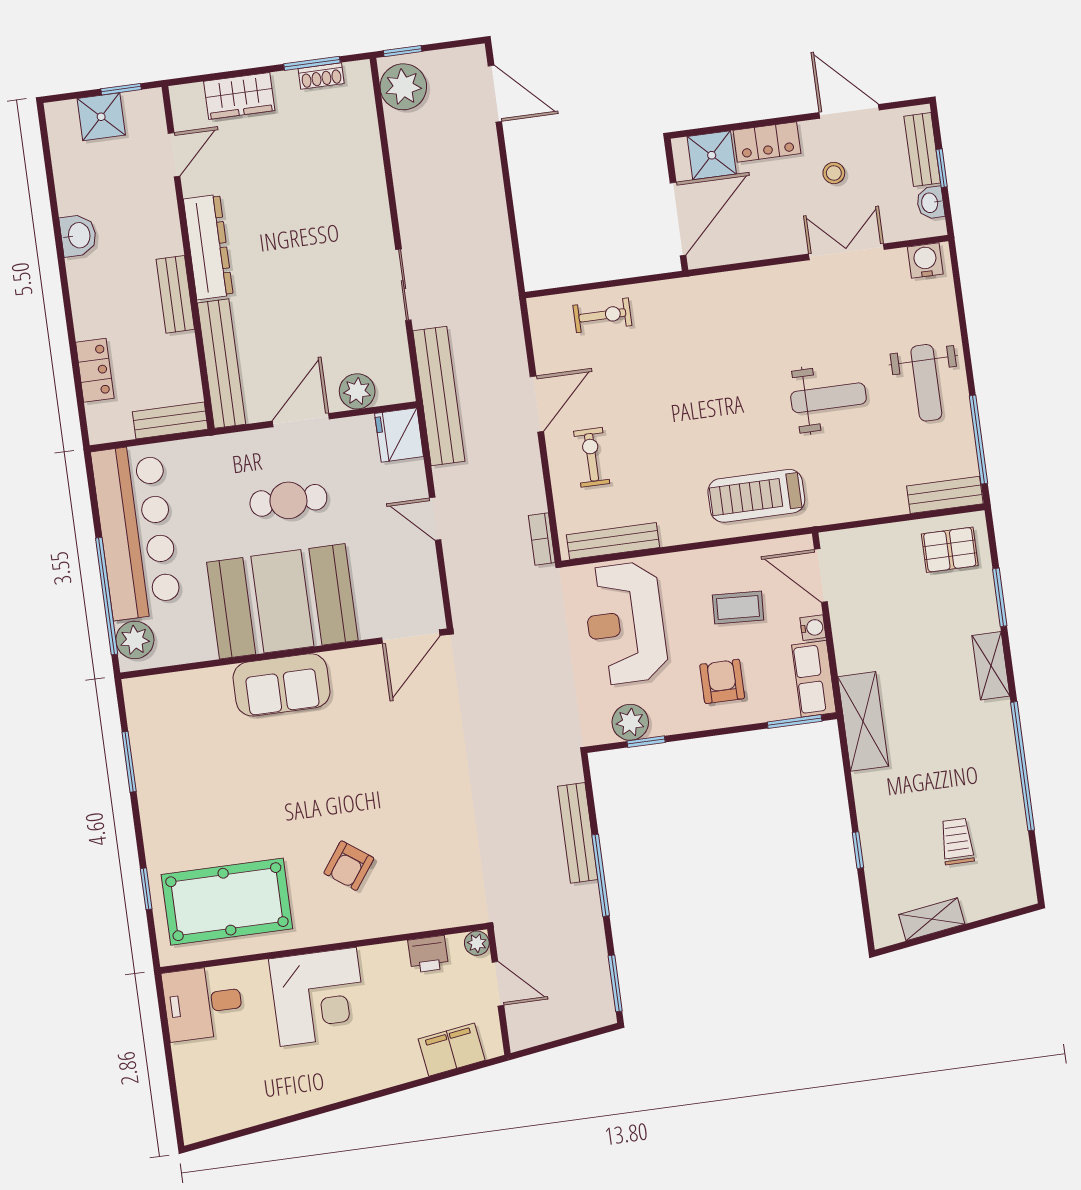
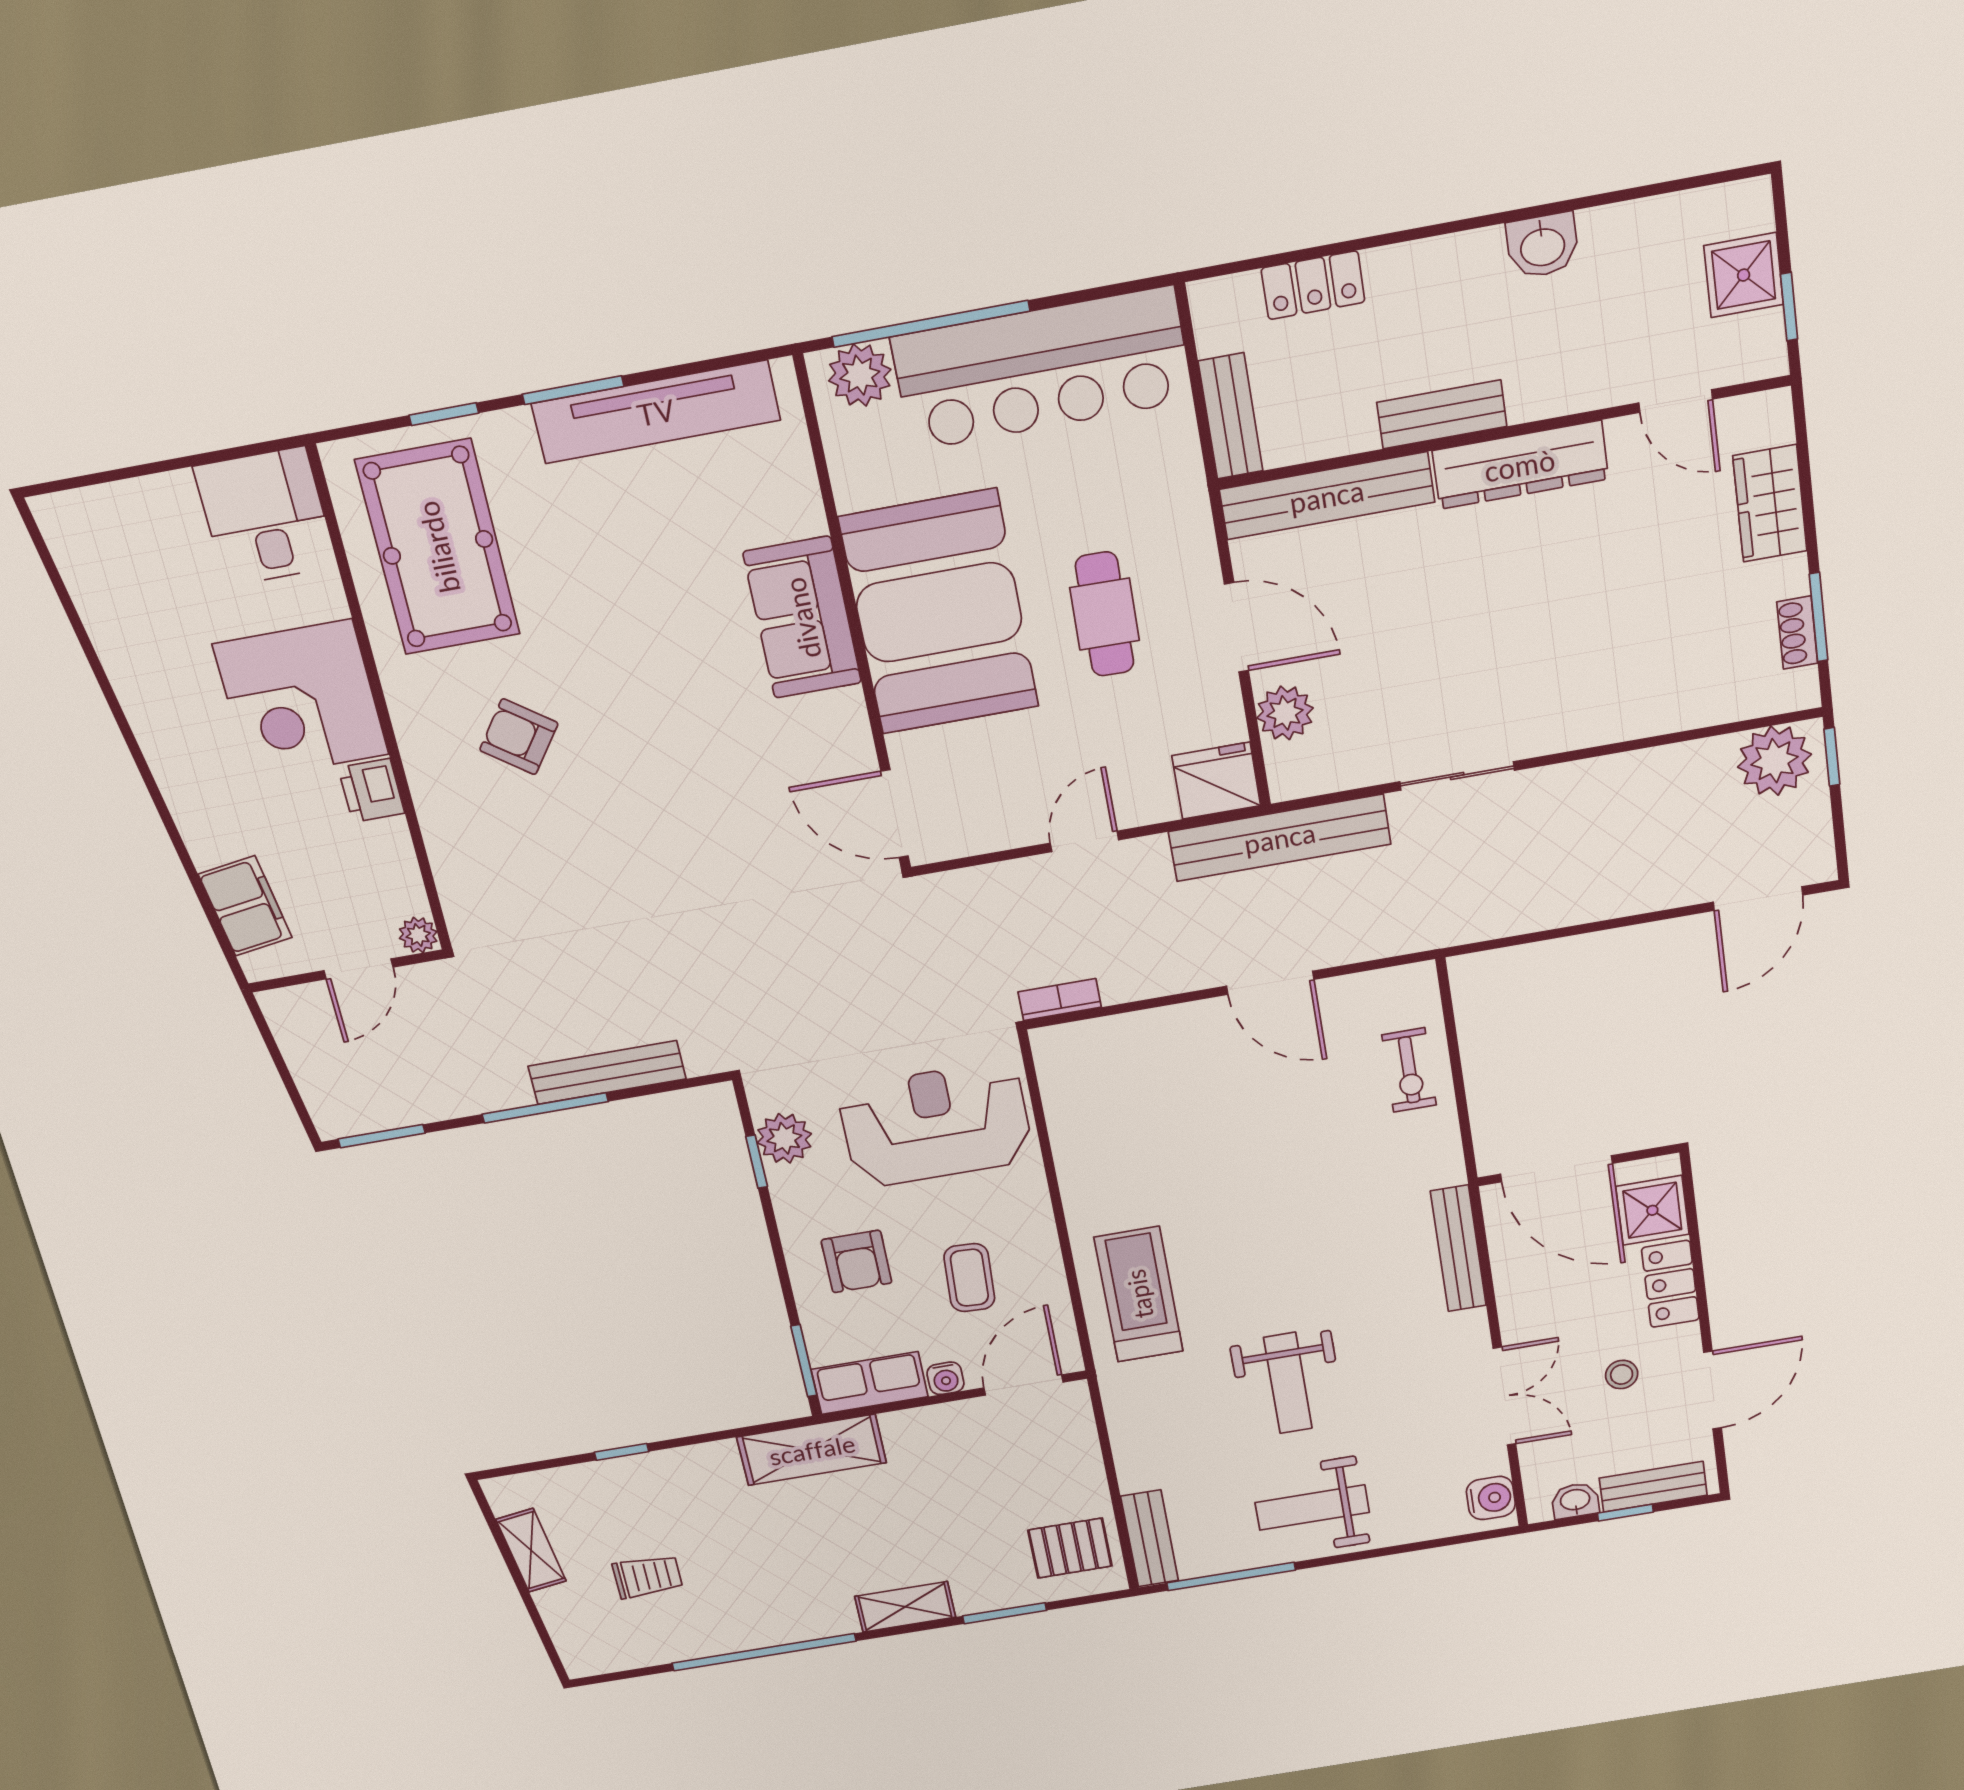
exercise bike: (592, 457) -> (1189, 1065), removed
bench: (613, 541) -> (1458, 1248), moved
pallet: (950, 550) -> (1070, 1548), turned 90
armchair: (722, 681) -> (857, 1261), turned 90
window: (129, 762) -> (573, 390), moved
tv unit: (151, 763) -> (656, 412), added
printer: (428, 954) -> (371, 790), moved

